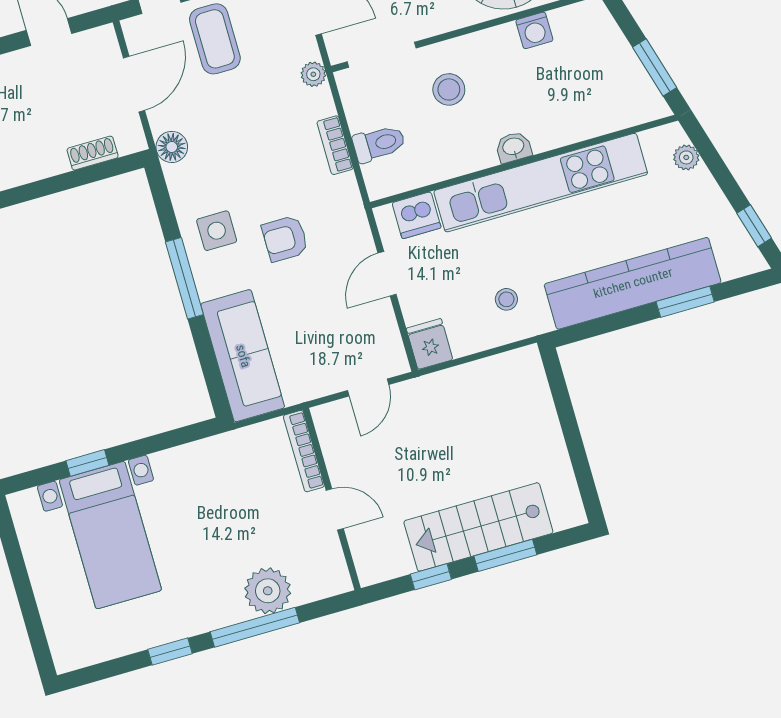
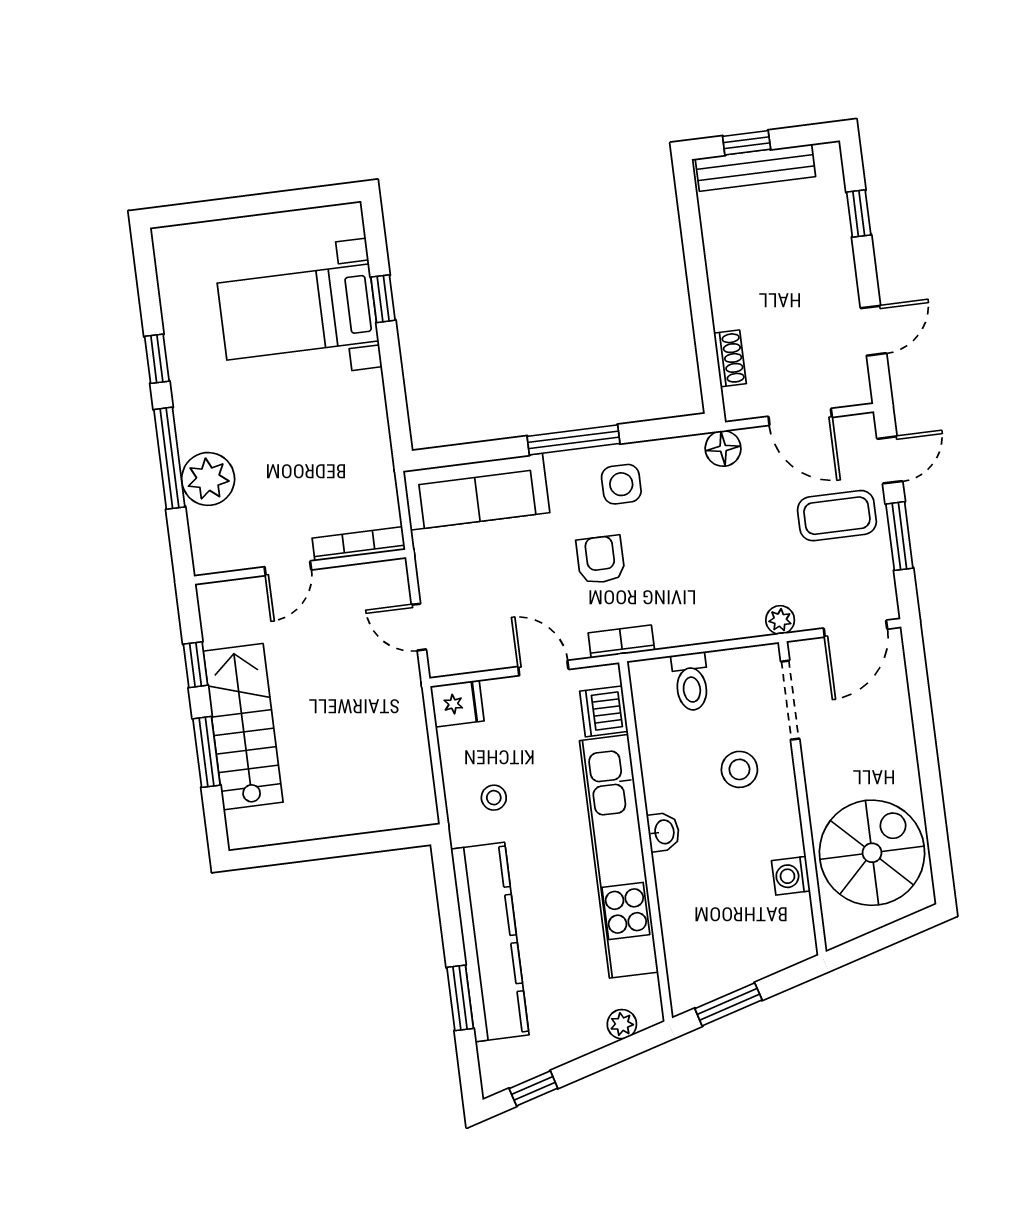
bookcase: (335, 145) -> (621, 642), moved

